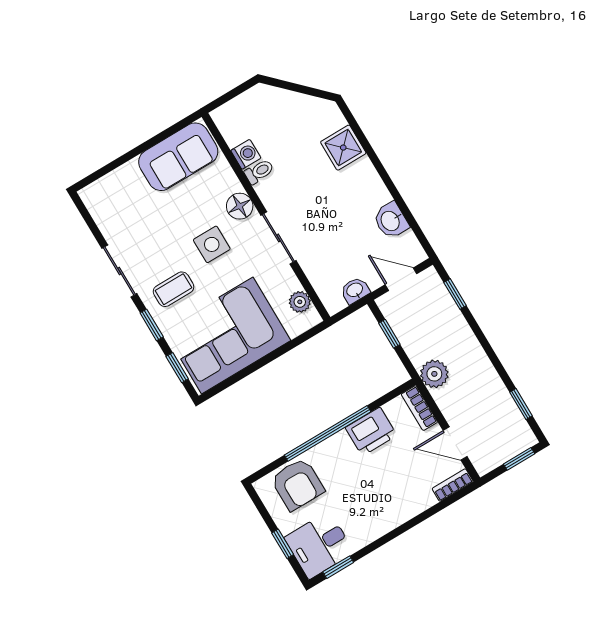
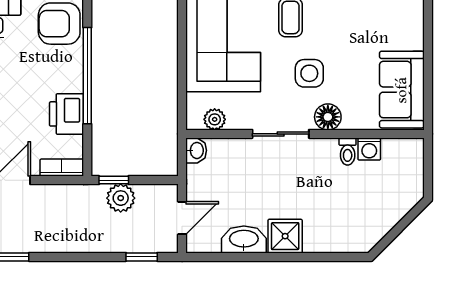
shower: (343, 148) -> (285, 236), moved
washbasin: (391, 221) -> (244, 239), width x1.38
washbasin: (355, 290) -> (196, 150), moved
window: (389, 334) -> (114, 180), moved
plant: (434, 374) -> (121, 198), moved

